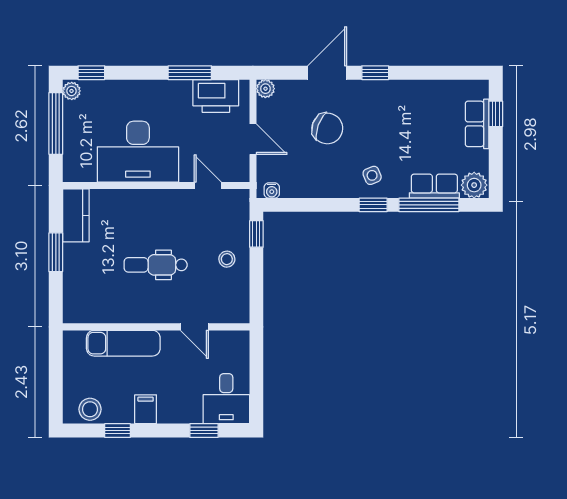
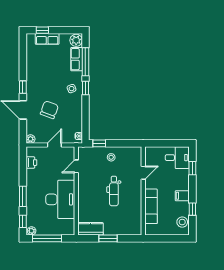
window: (190, 73) -> (23, 196), moved
printer: (216, 96) -> (31, 163), width x0.53, depth x0.68

